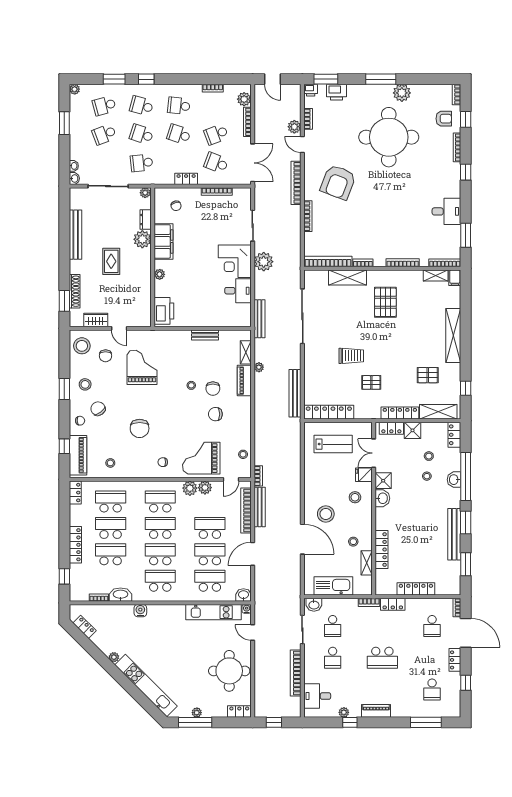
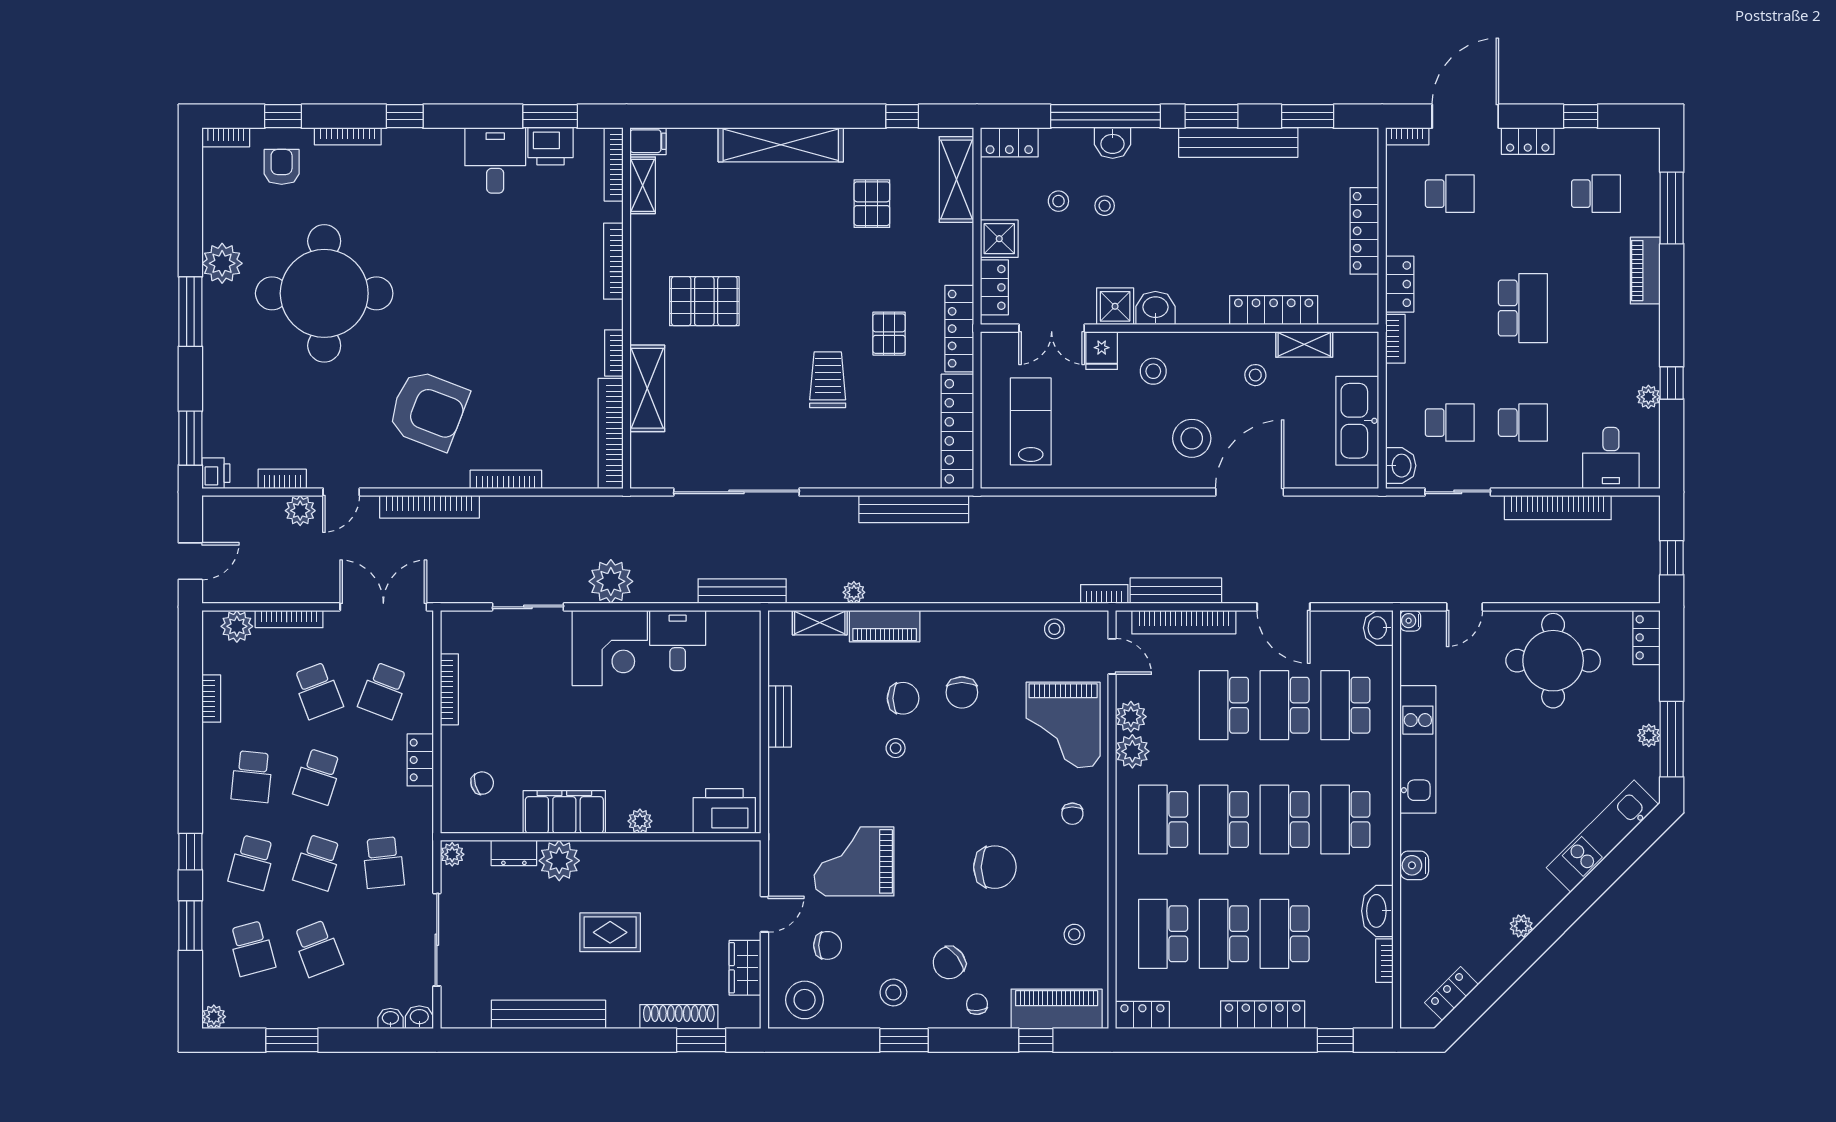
printer: (337, 92) -> (550, 146), moved, turned 90
locker: (400, 413) -> (959, 329), moved
kitchen unit: (213, 612) -> (1418, 749), moved
kitchen unit: (146, 685) -> (1602, 836), width x0.73
piano: (376, 711) -> (1645, 271), moved

